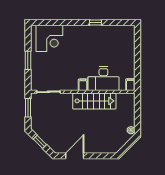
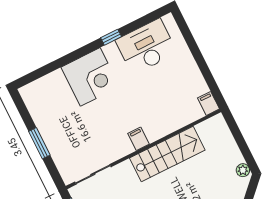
corner desk: (49, 38) -> (90, 77), moved
desk: (103, 79) -> (146, 47), moved, turned 180

